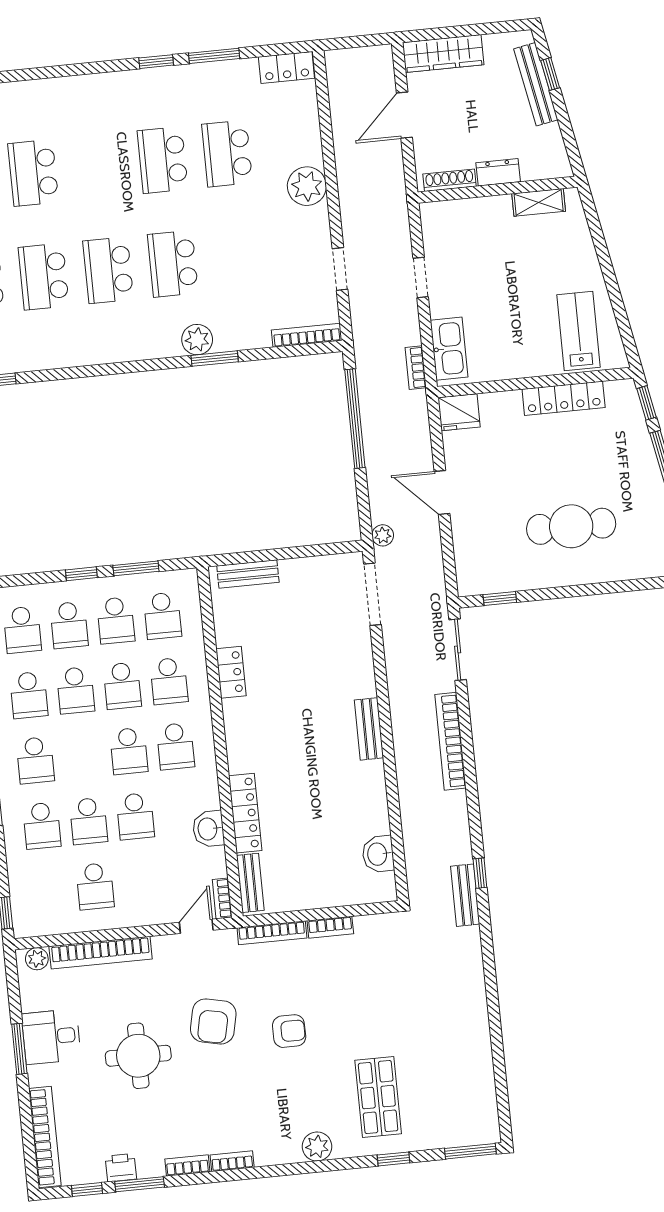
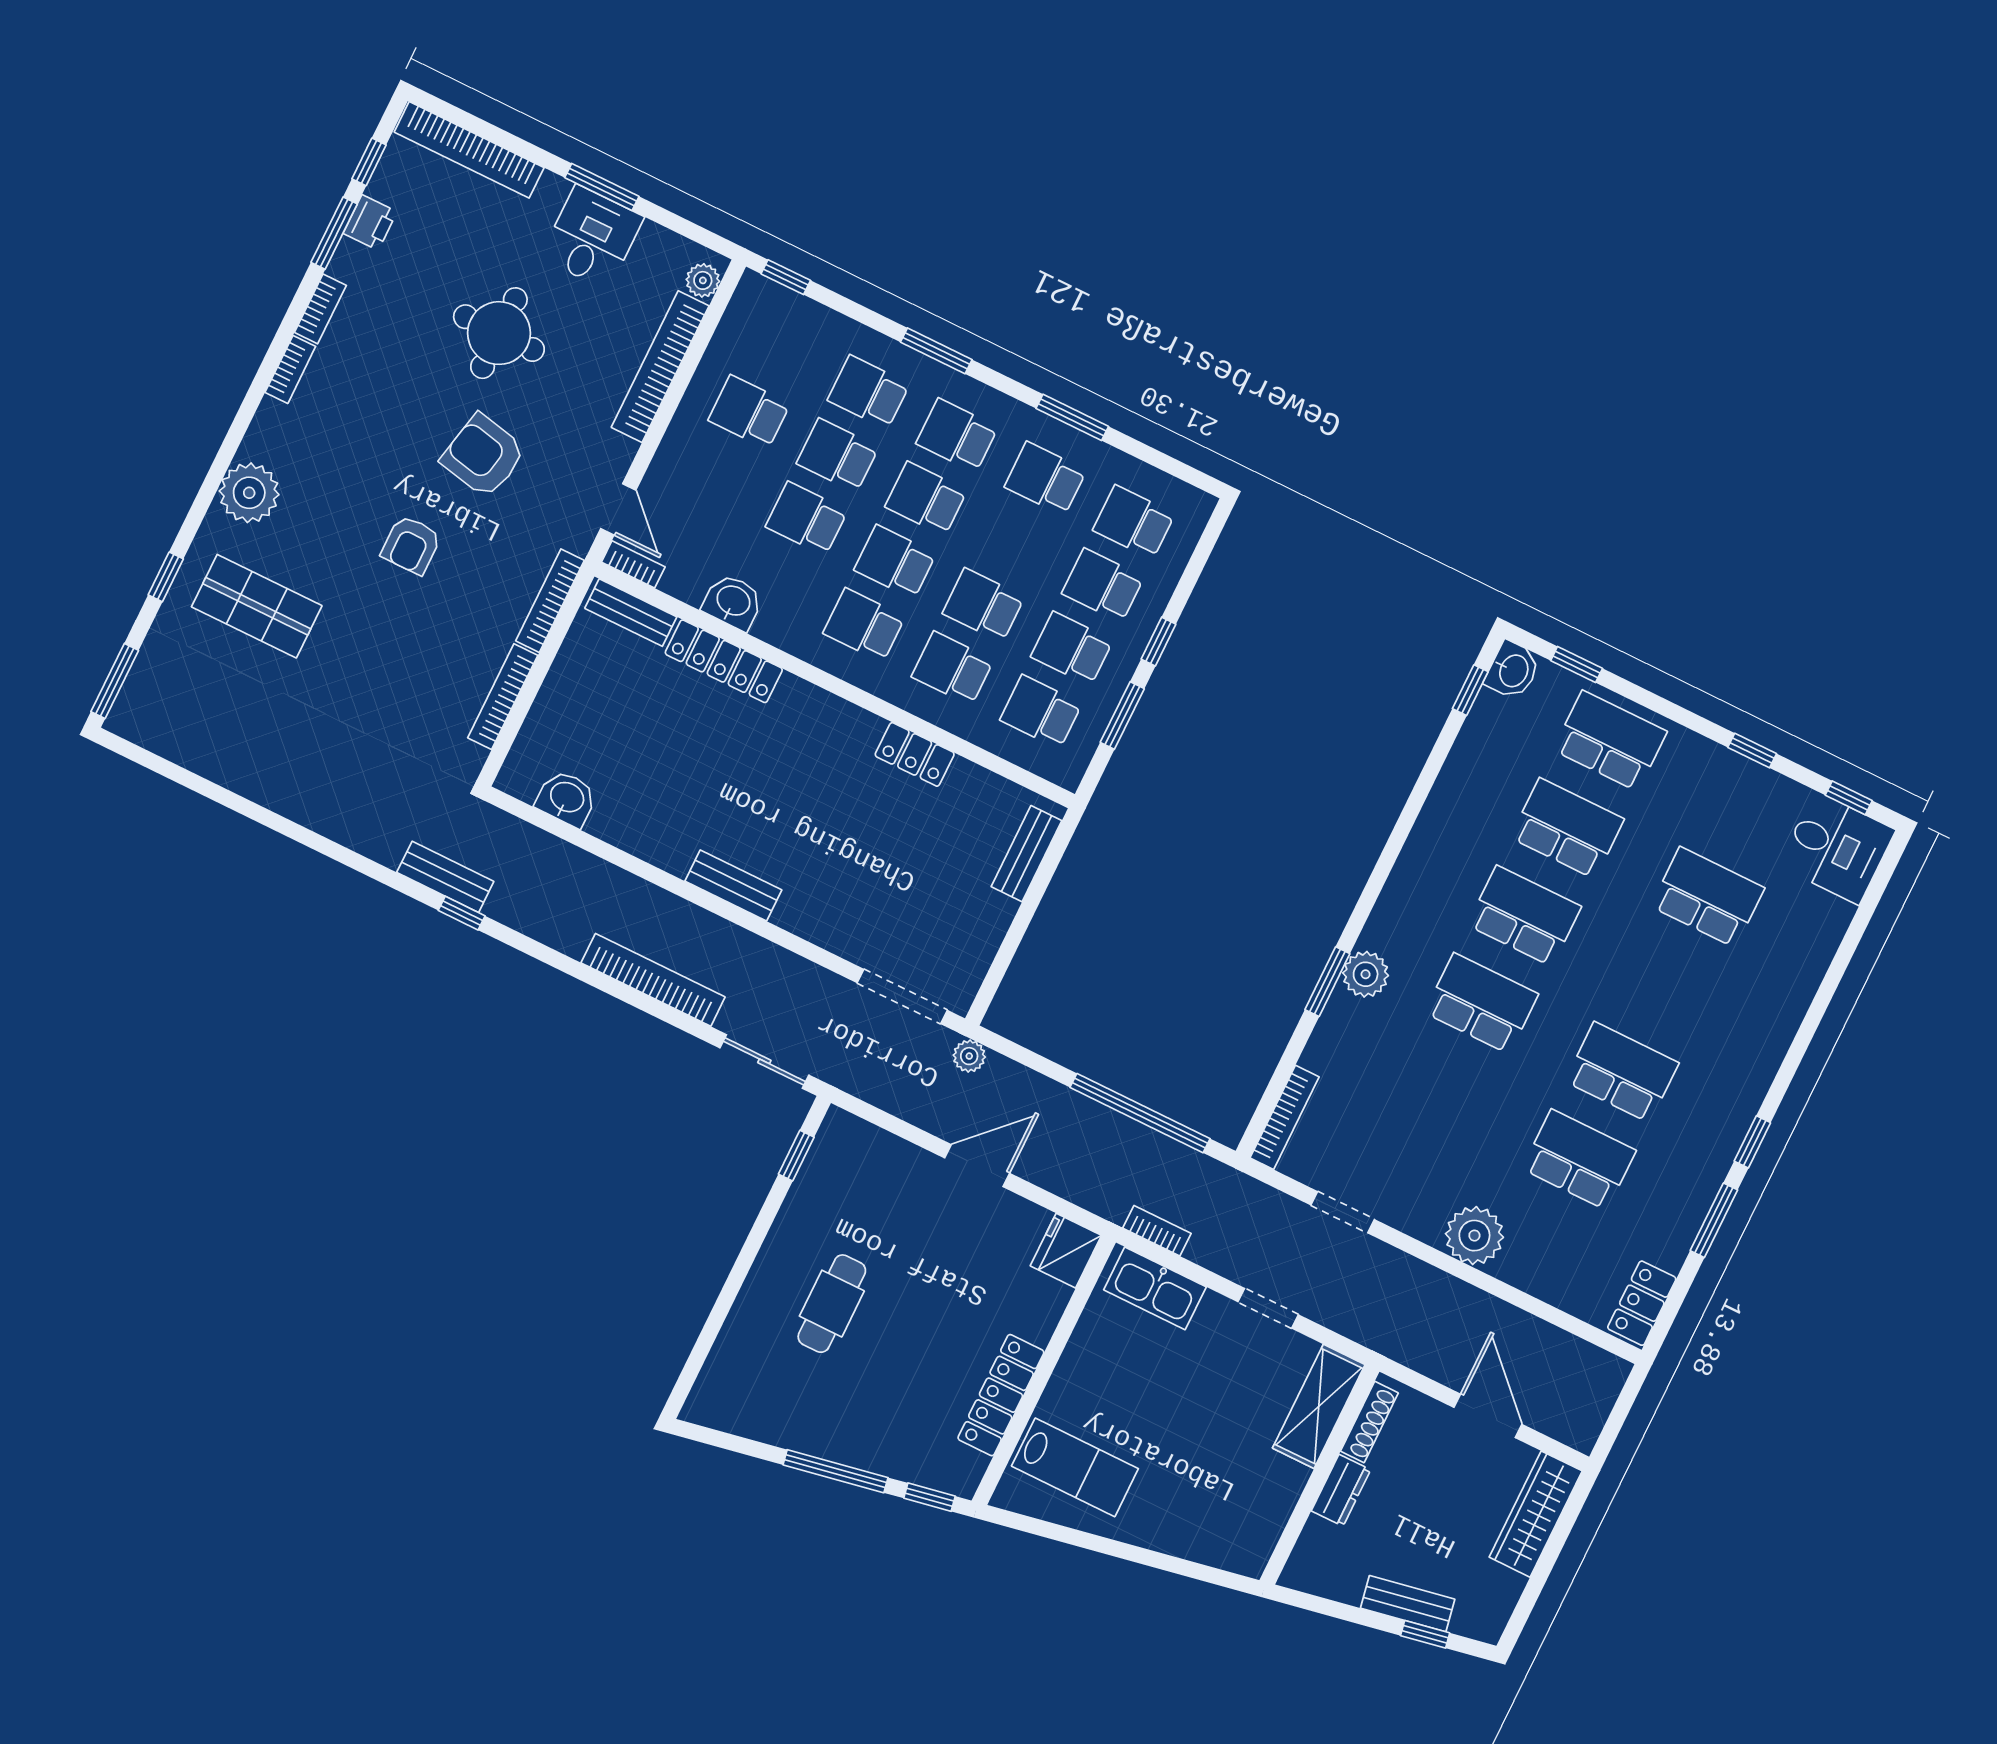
bench: (536, 84) -> (1408, 1604), width x0.73
shelving: (539, 202) -> (1319, 1406), moved, width x1.50, depth x1.33
cafe table: (571, 526) -> (832, 1304), width x0.73, depth x0.74
school desk: (76, 690) -> (926, 499), moved
bookcase: (330, 927) -> (503, 697), width x1.56
plant: (317, 1146) -> (249, 493), width x1.36, depth x1.36

